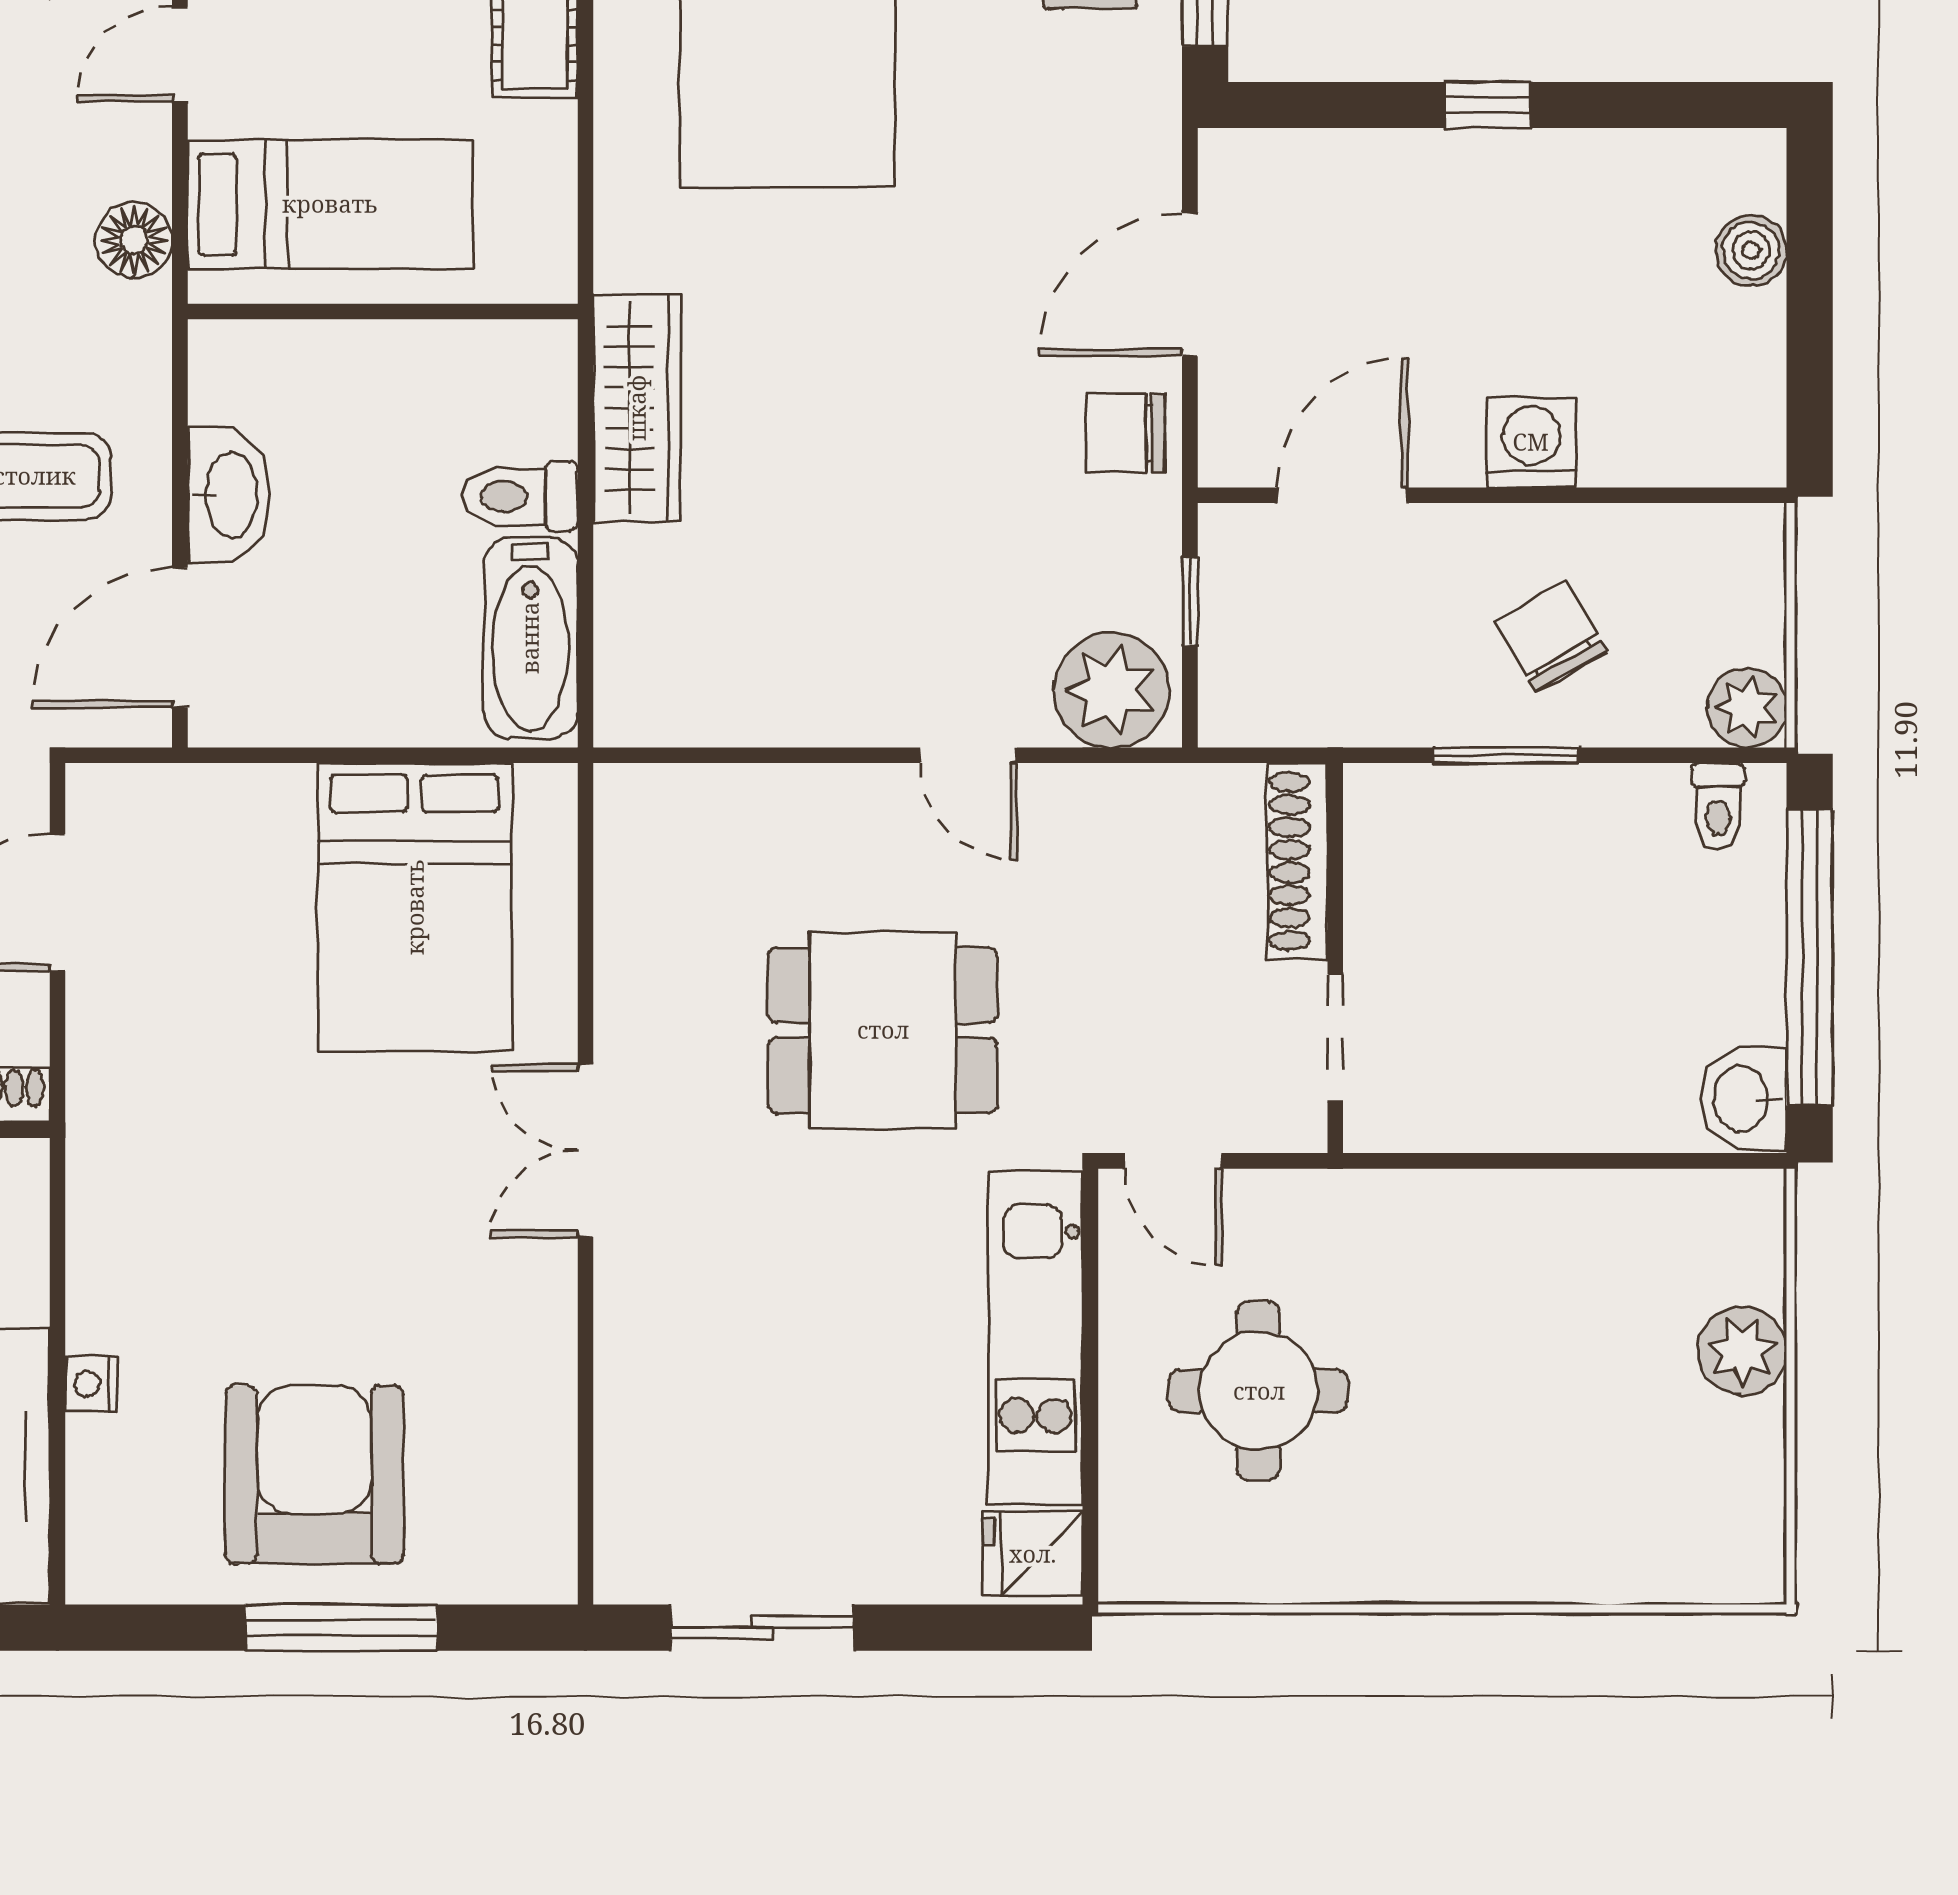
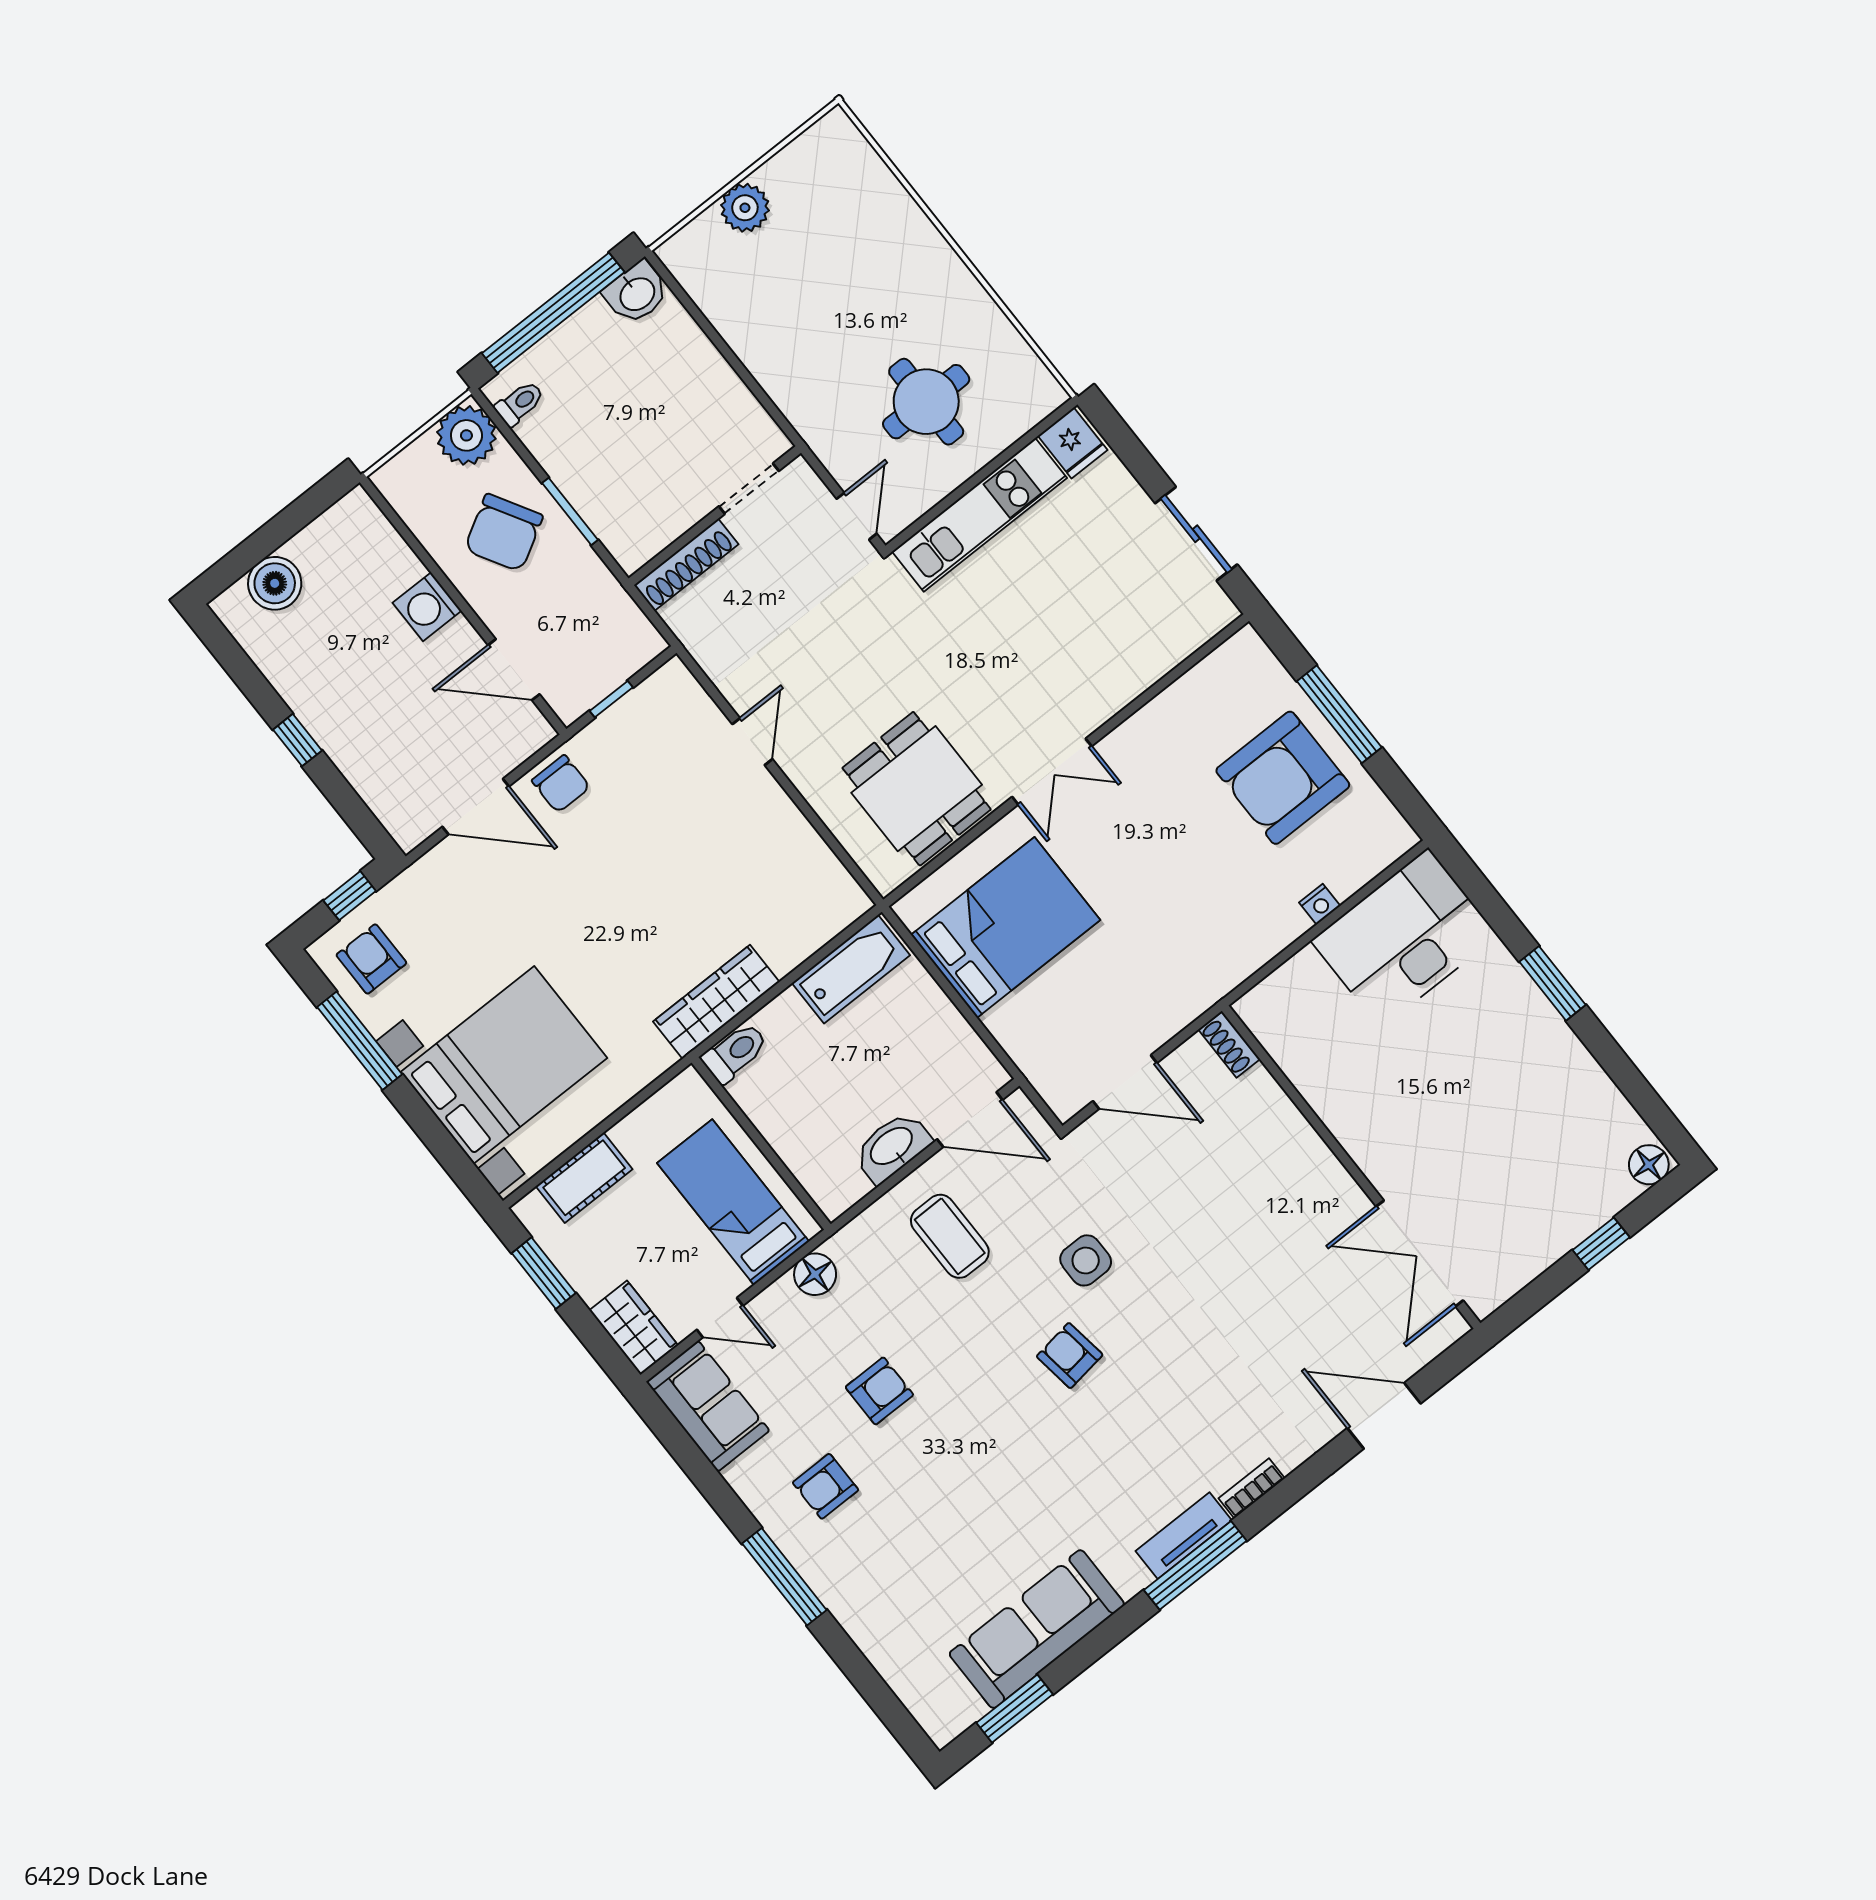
boiler: (1751, 250) -> (275, 583), width x1.36, depth x1.36
toilet: (520, 496) -> (735, 1053), moved, turned -90
chair: (1551, 636) -> (504, 533), width x1.37, depth x1.37
plant: (1112, 690) -> (676, 702), removed
plant: (1747, 708) -> (466, 435), width x1.36, depth x1.36
dining table: (883, 1030) -> (917, 789), moved

